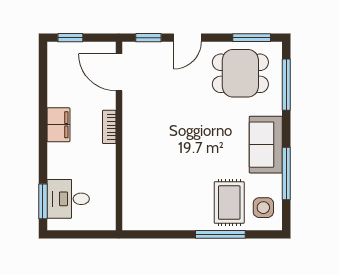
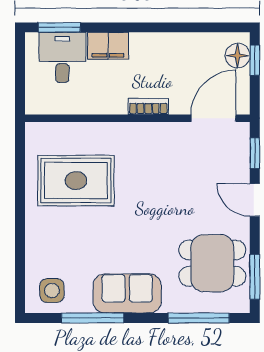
floor lamp: (67, 52) -> (238, 56), added
dining table: (240, 73) -> (212, 263), turned 90
filing cabinet: (58, 125) -> (108, 46), moved
rug: (229, 202) -> (76, 181), moved, width x1.36, depth x1.43
window: (220, 234) -> (20, 239), removed

